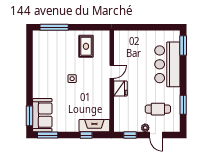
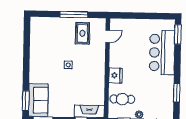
window: (54, 27) -> (74, 14), moved
door: (112, 72) -> (108, 36), moved
cafe table: (158, 109) -> (122, 99), moved

